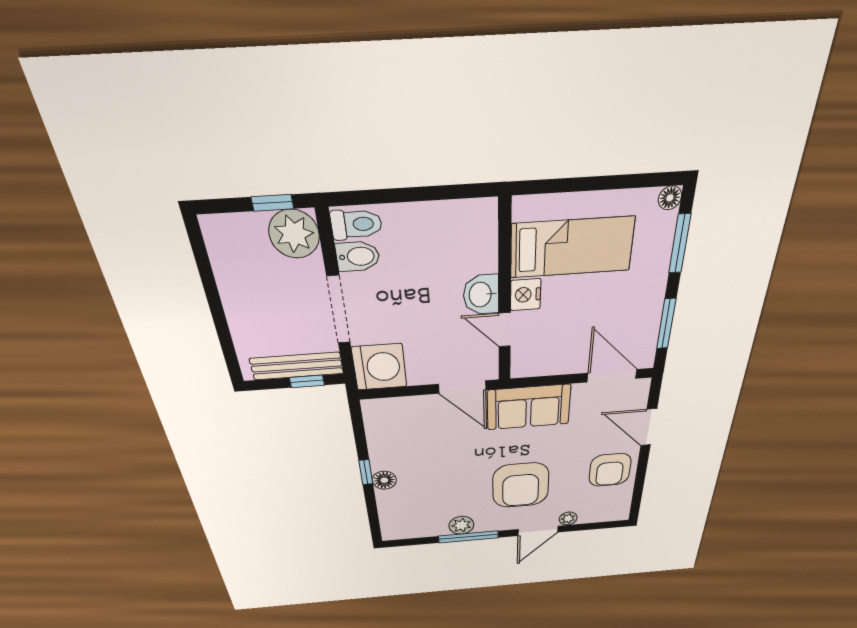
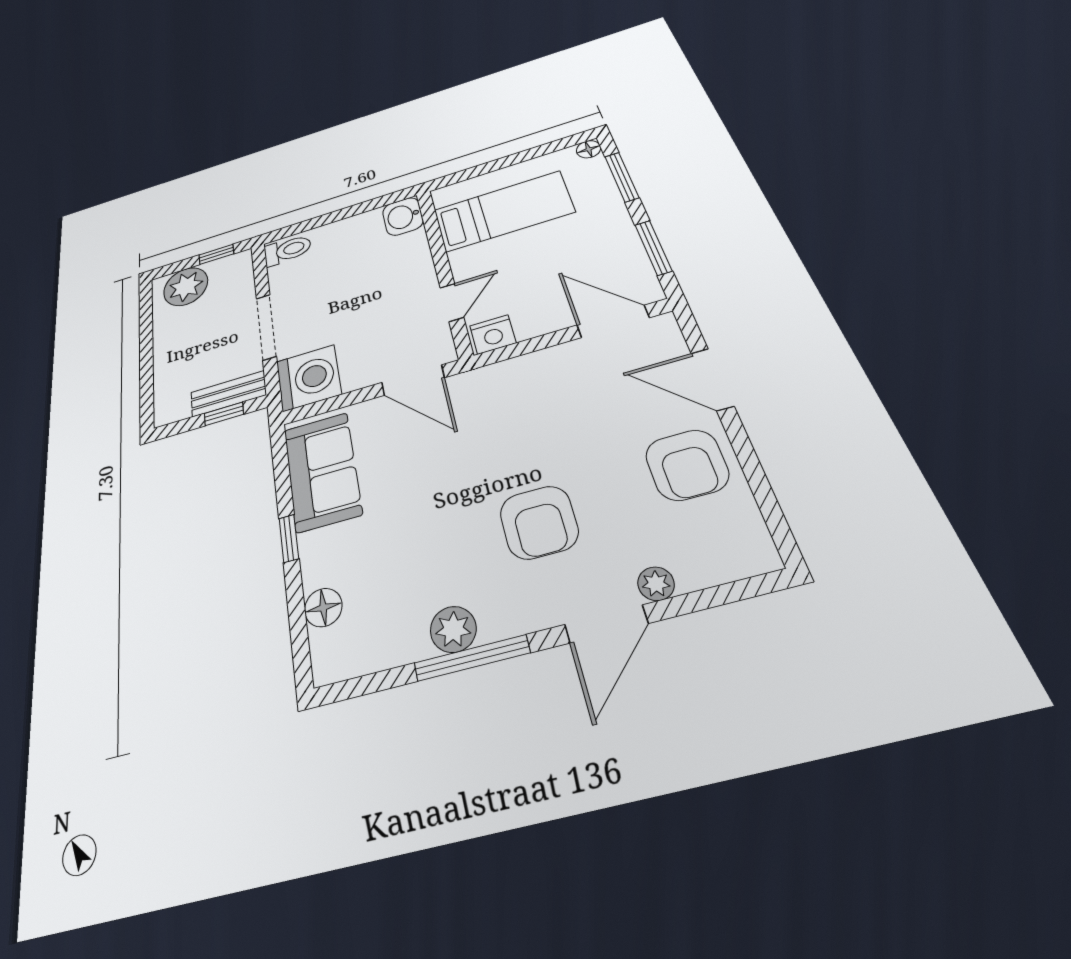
plant: (294, 234) -> (186, 287), moved
bidet: (358, 256) -> (288, 275), removed
washbasin: (481, 295) -> (403, 216), moved
nightstand: (526, 295) -> (493, 334), moved, turned -90
door: (505, 330) -> (452, 302), swing flipped
bench: (297, 366) -> (228, 394), width x0.73
sofa: (529, 407) -> (322, 471), moved, turned -90
floor lamp: (384, 480) -> (323, 607), moved
armchair: (521, 485) -> (539, 522), width x0.73, depth x0.73

